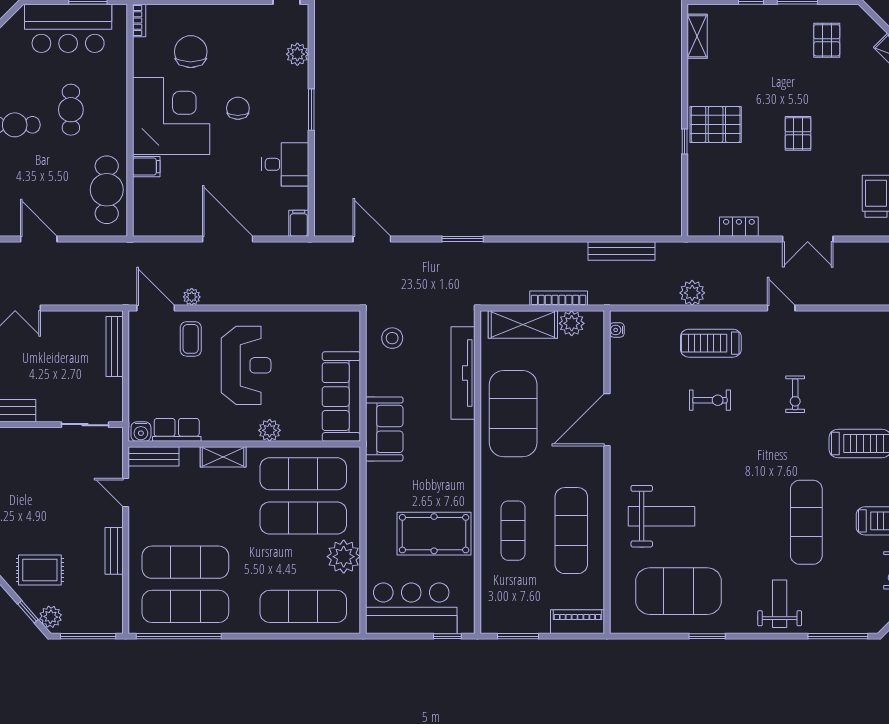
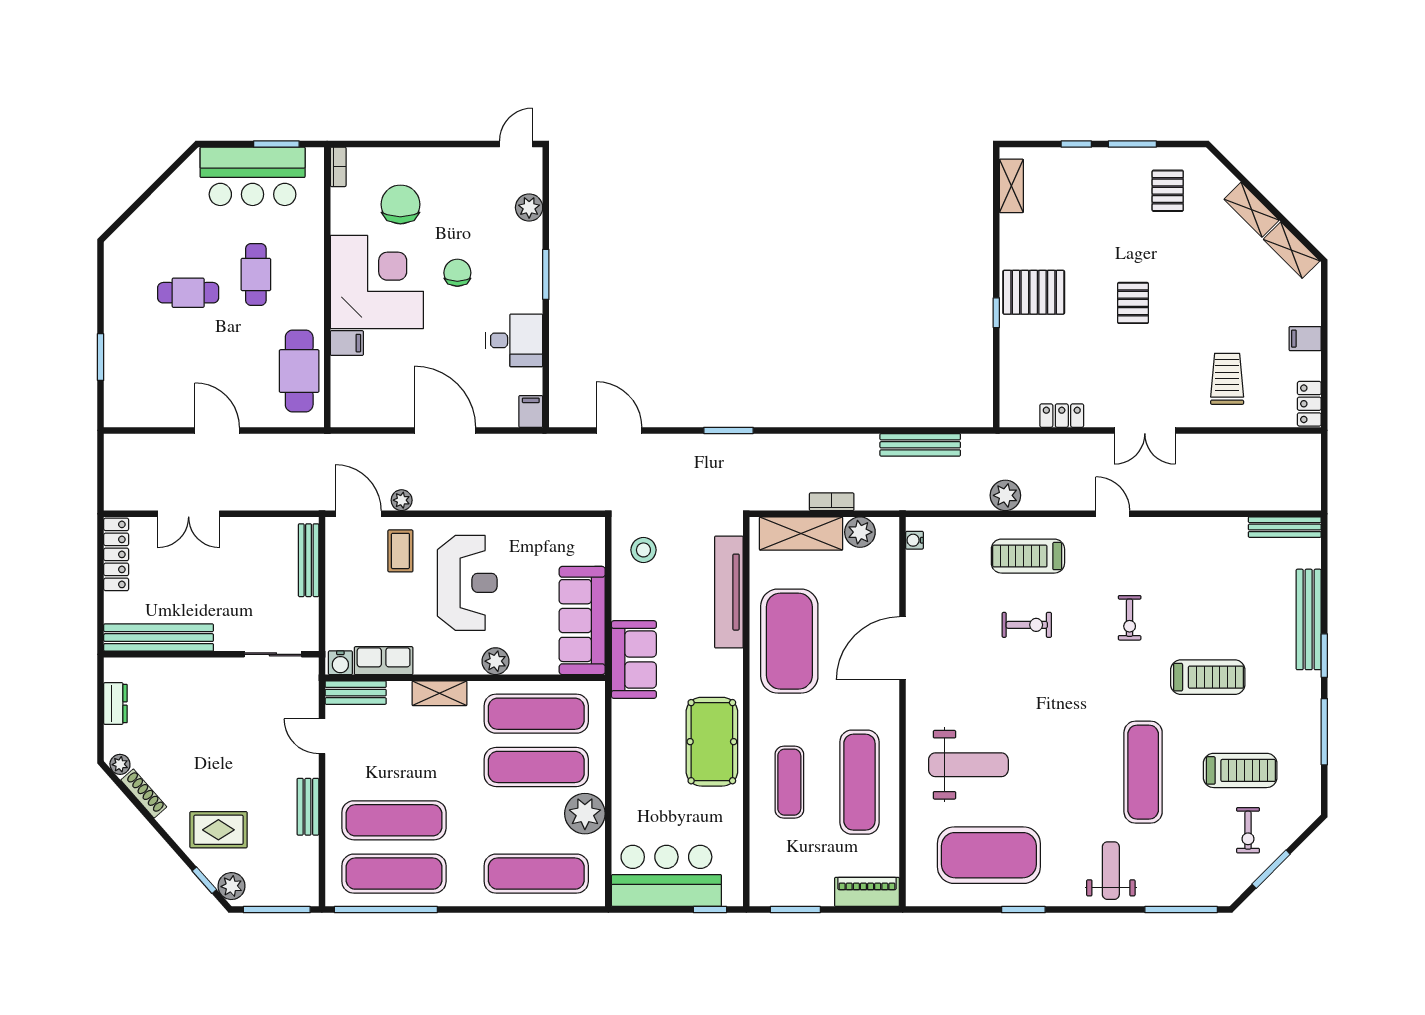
bookcase: (559, 298) -> (832, 502), width x0.64
pool table: (434, 534) -> (712, 742), moved, turned 90

